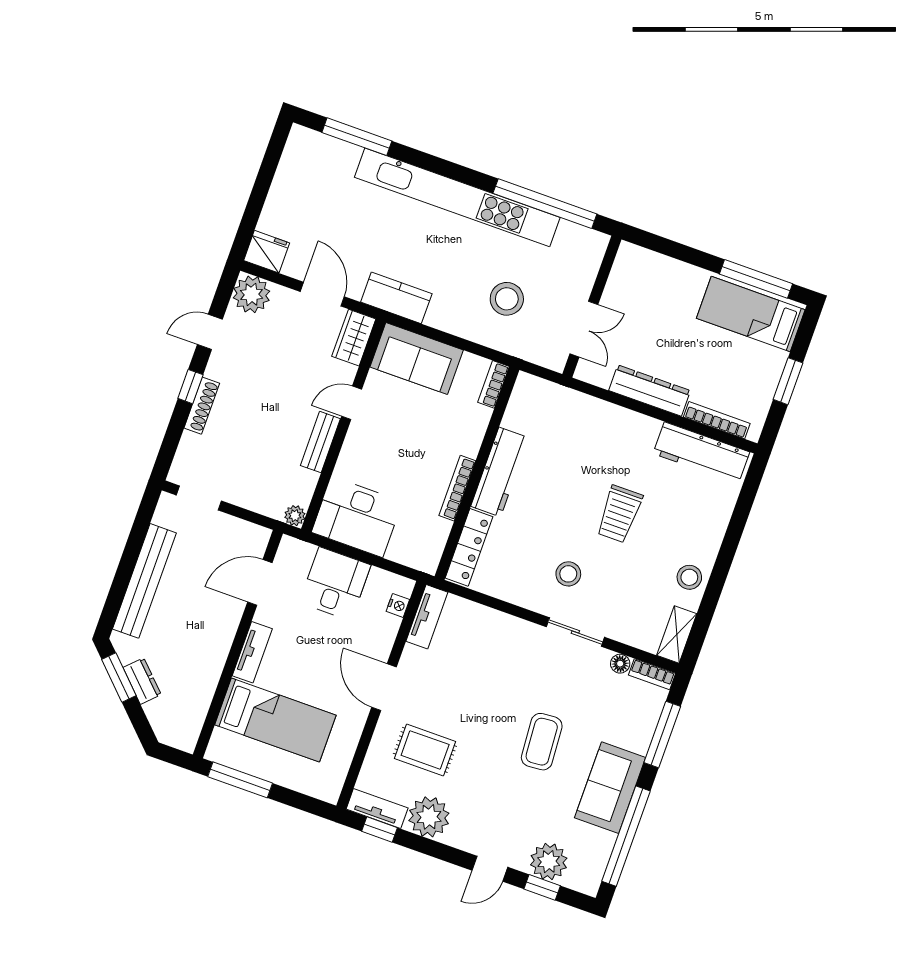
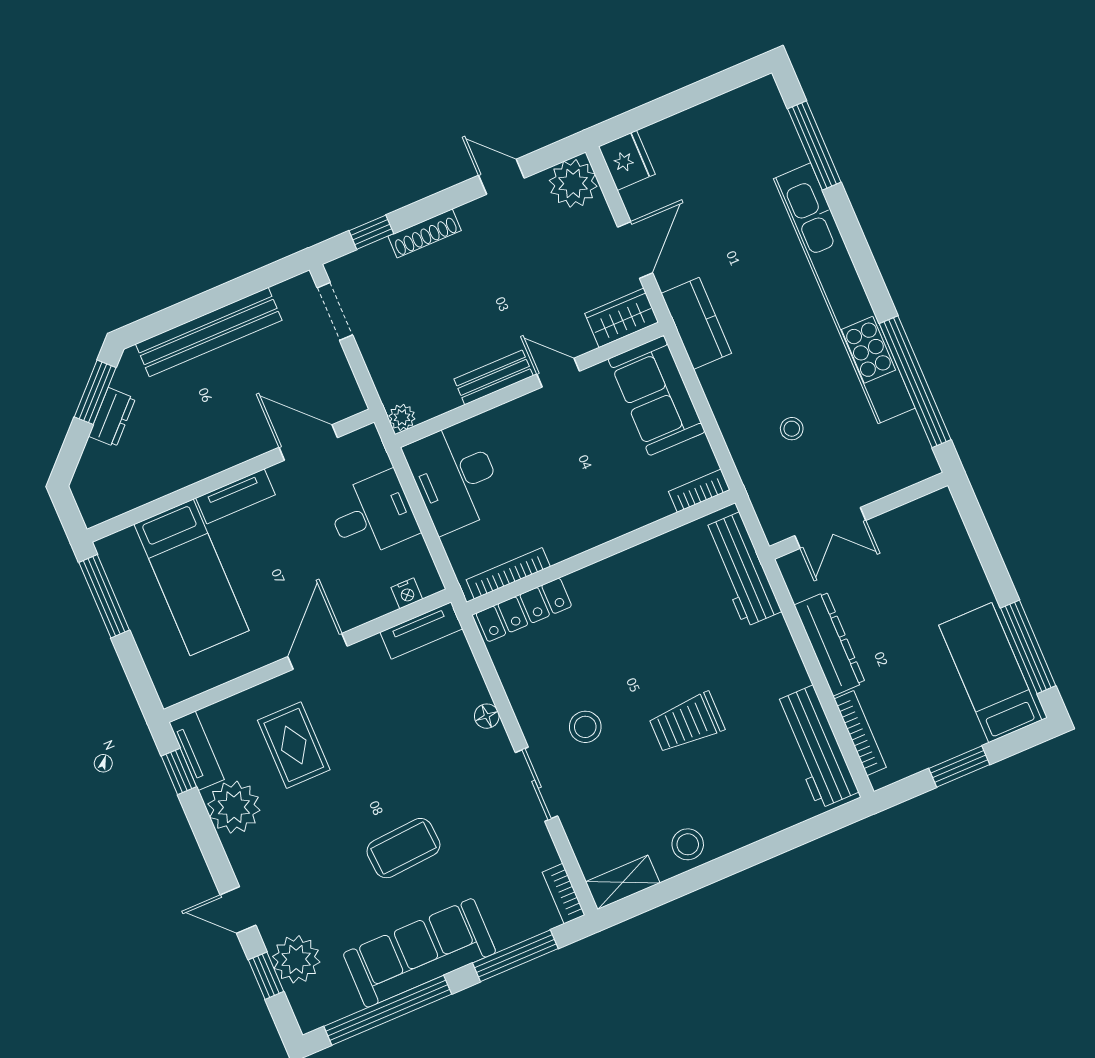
stool: (507, 299) -> (792, 429), width x0.53, depth x0.53
window: (190, 387) -> (371, 232), moved
workbench: (500, 472) -> (742, 570), moved, turned 90
bookcase: (457, 488) -> (508, 573), moved
floor lamp: (620, 664) -> (487, 716), moved
sofa: (610, 788) -> (420, 953), width x1.36

